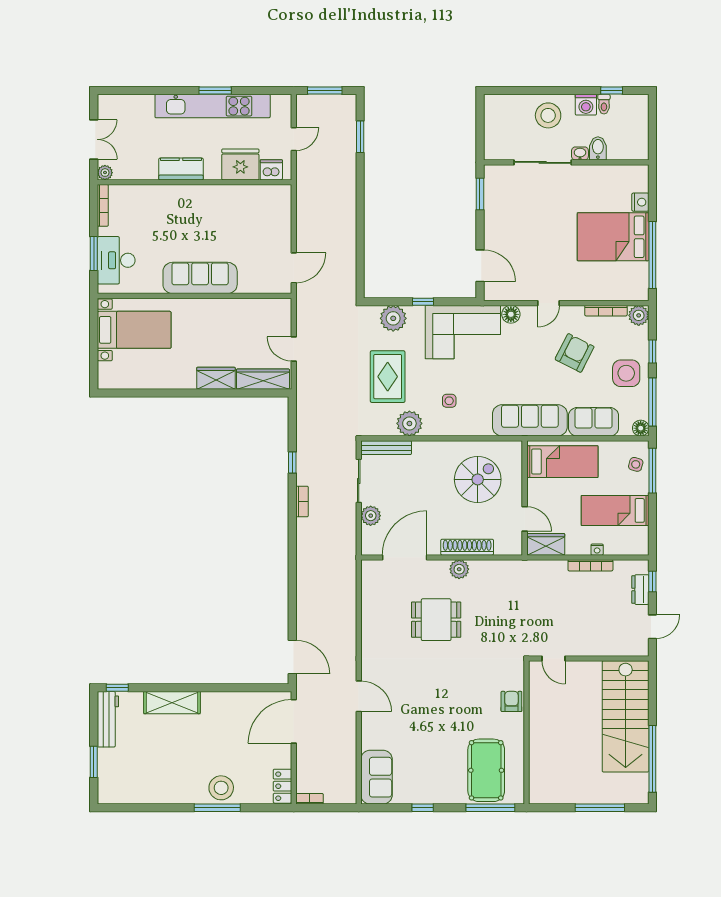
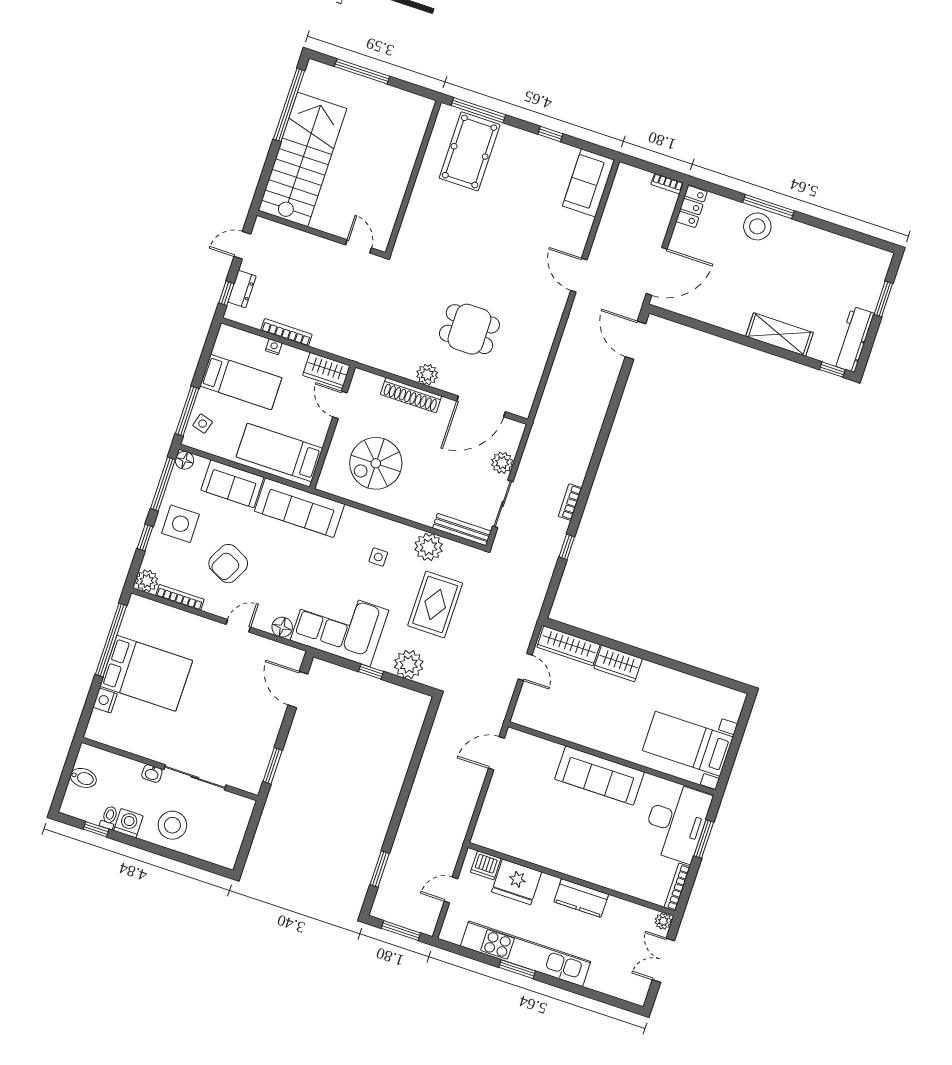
bidet: (598, 148) -> (83, 778), moved, turned -90
desk: (116, 260) -> (676, 822), width x1.36, depth x1.30
armchair: (511, 701) -> (418, 216), removed

